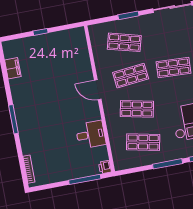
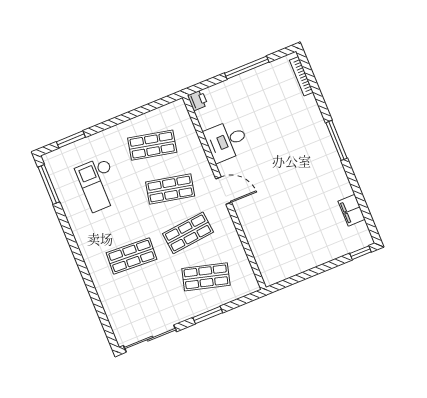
window: (41, 32) -> (361, 253), moved
door: (98, 90) -> (224, 191), moved
window: (168, 164) -> (113, 122), removed
window: (85, 179) -> (247, 68), moved

